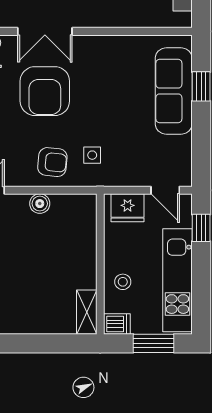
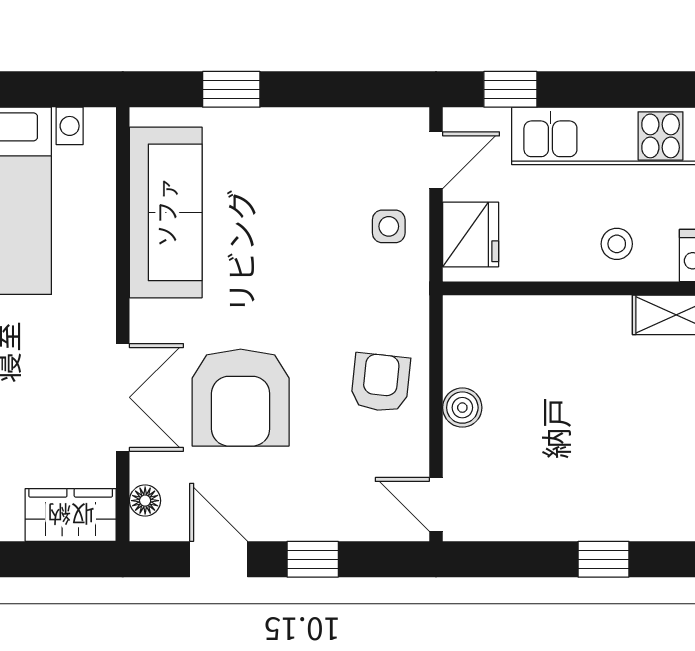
armchair: (45, 91) -> (241, 398), turned 90
sofa: (174, 91) -> (166, 212), moved, turned -90
side table: (92, 155) -> (389, 226), moved

